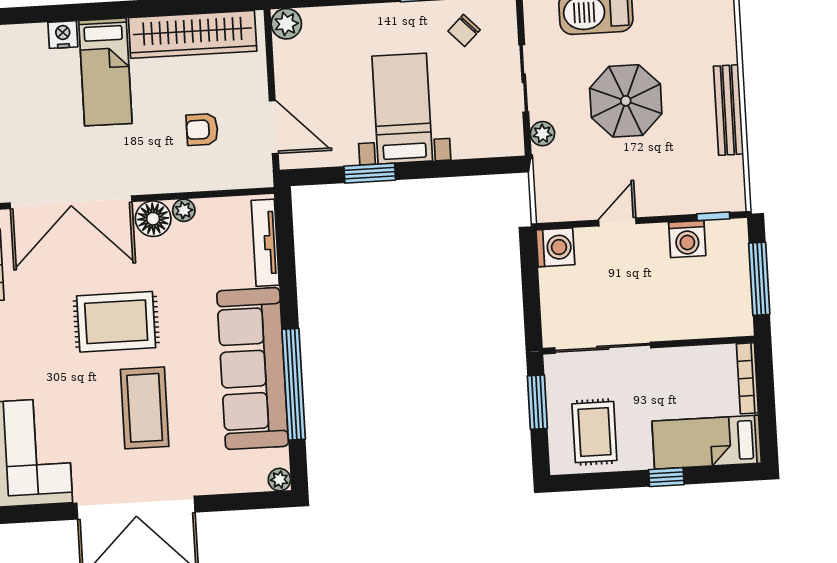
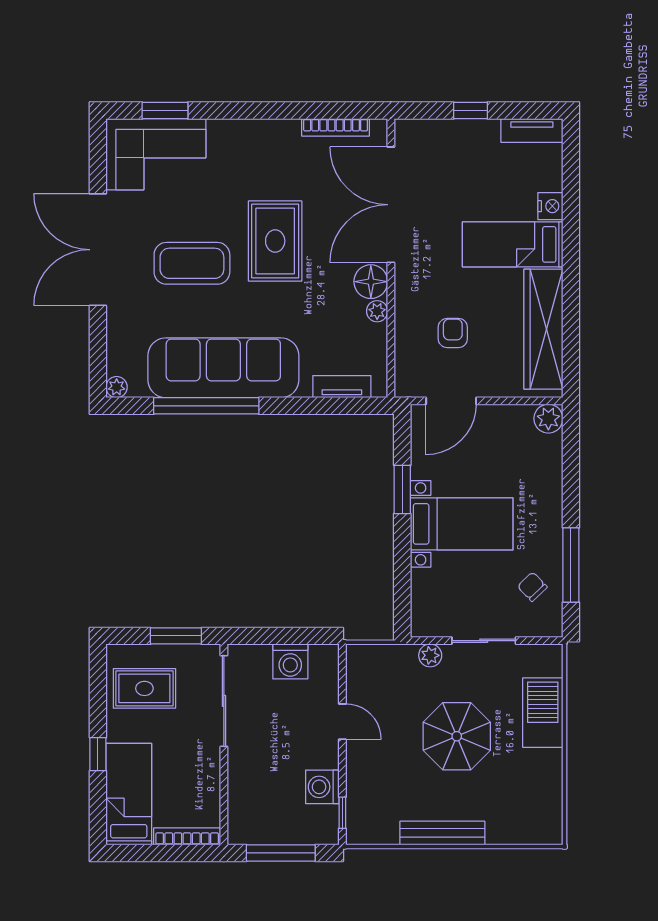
tv unit: (265, 243) -> (342, 387), width x0.71
washing machine: (555, 247) -> (290, 661), moved

